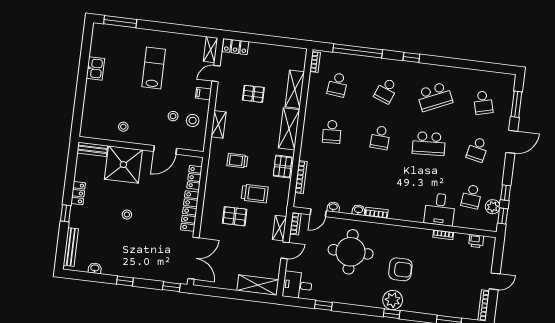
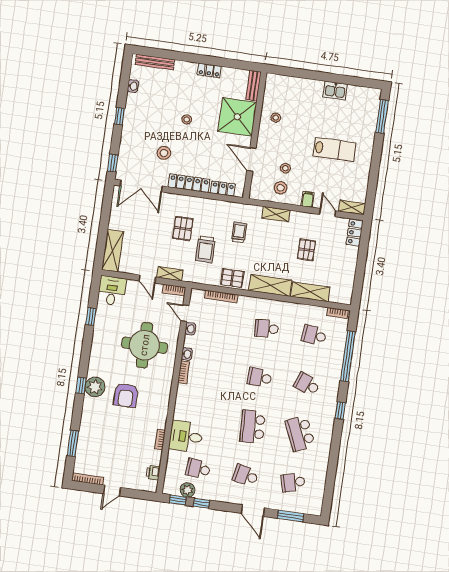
window: (66, 213) -> (189, 57), removed
stool: (160, 236) -> (164, 153), added
door: (495, 281) -> (112, 491), hinge flipped

